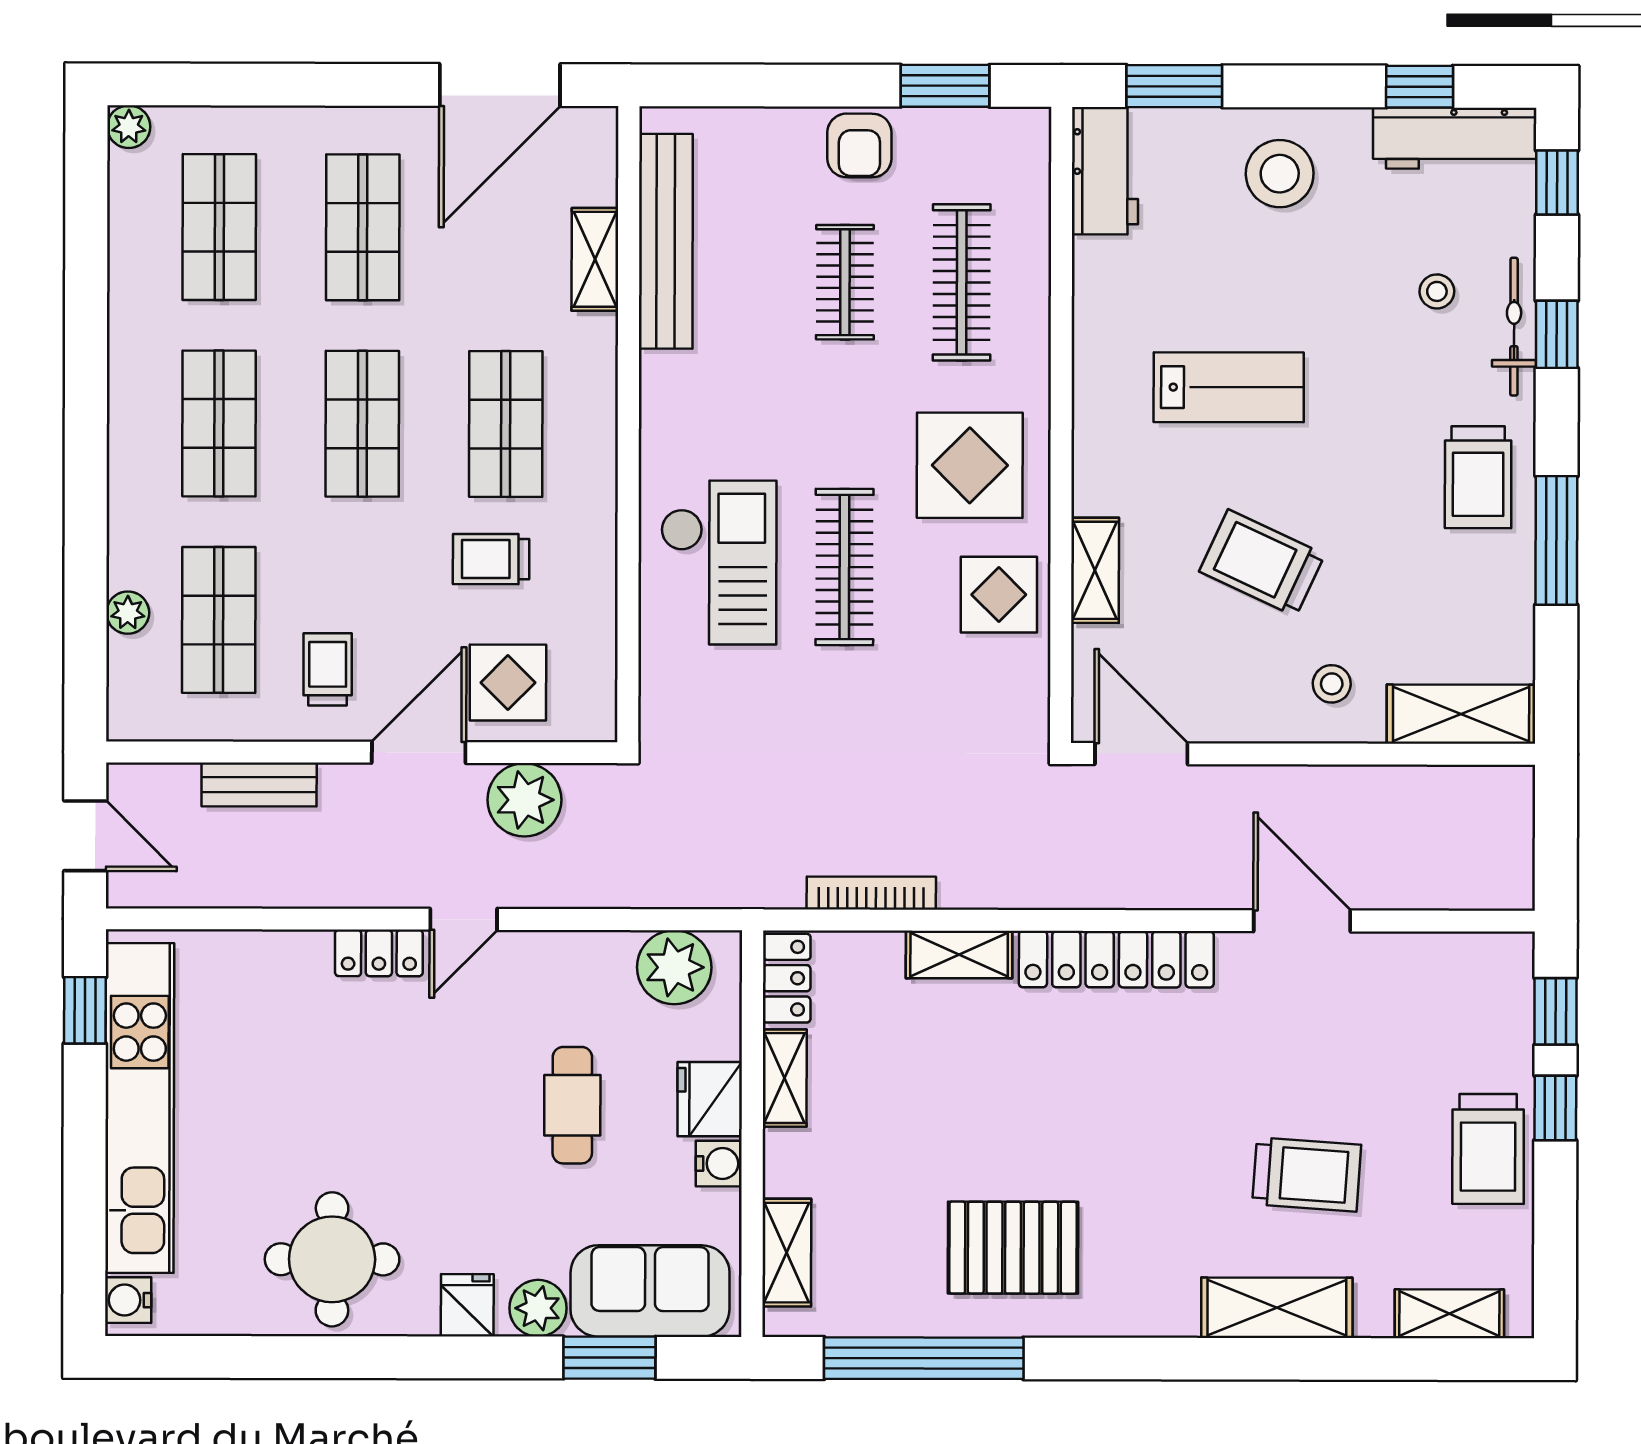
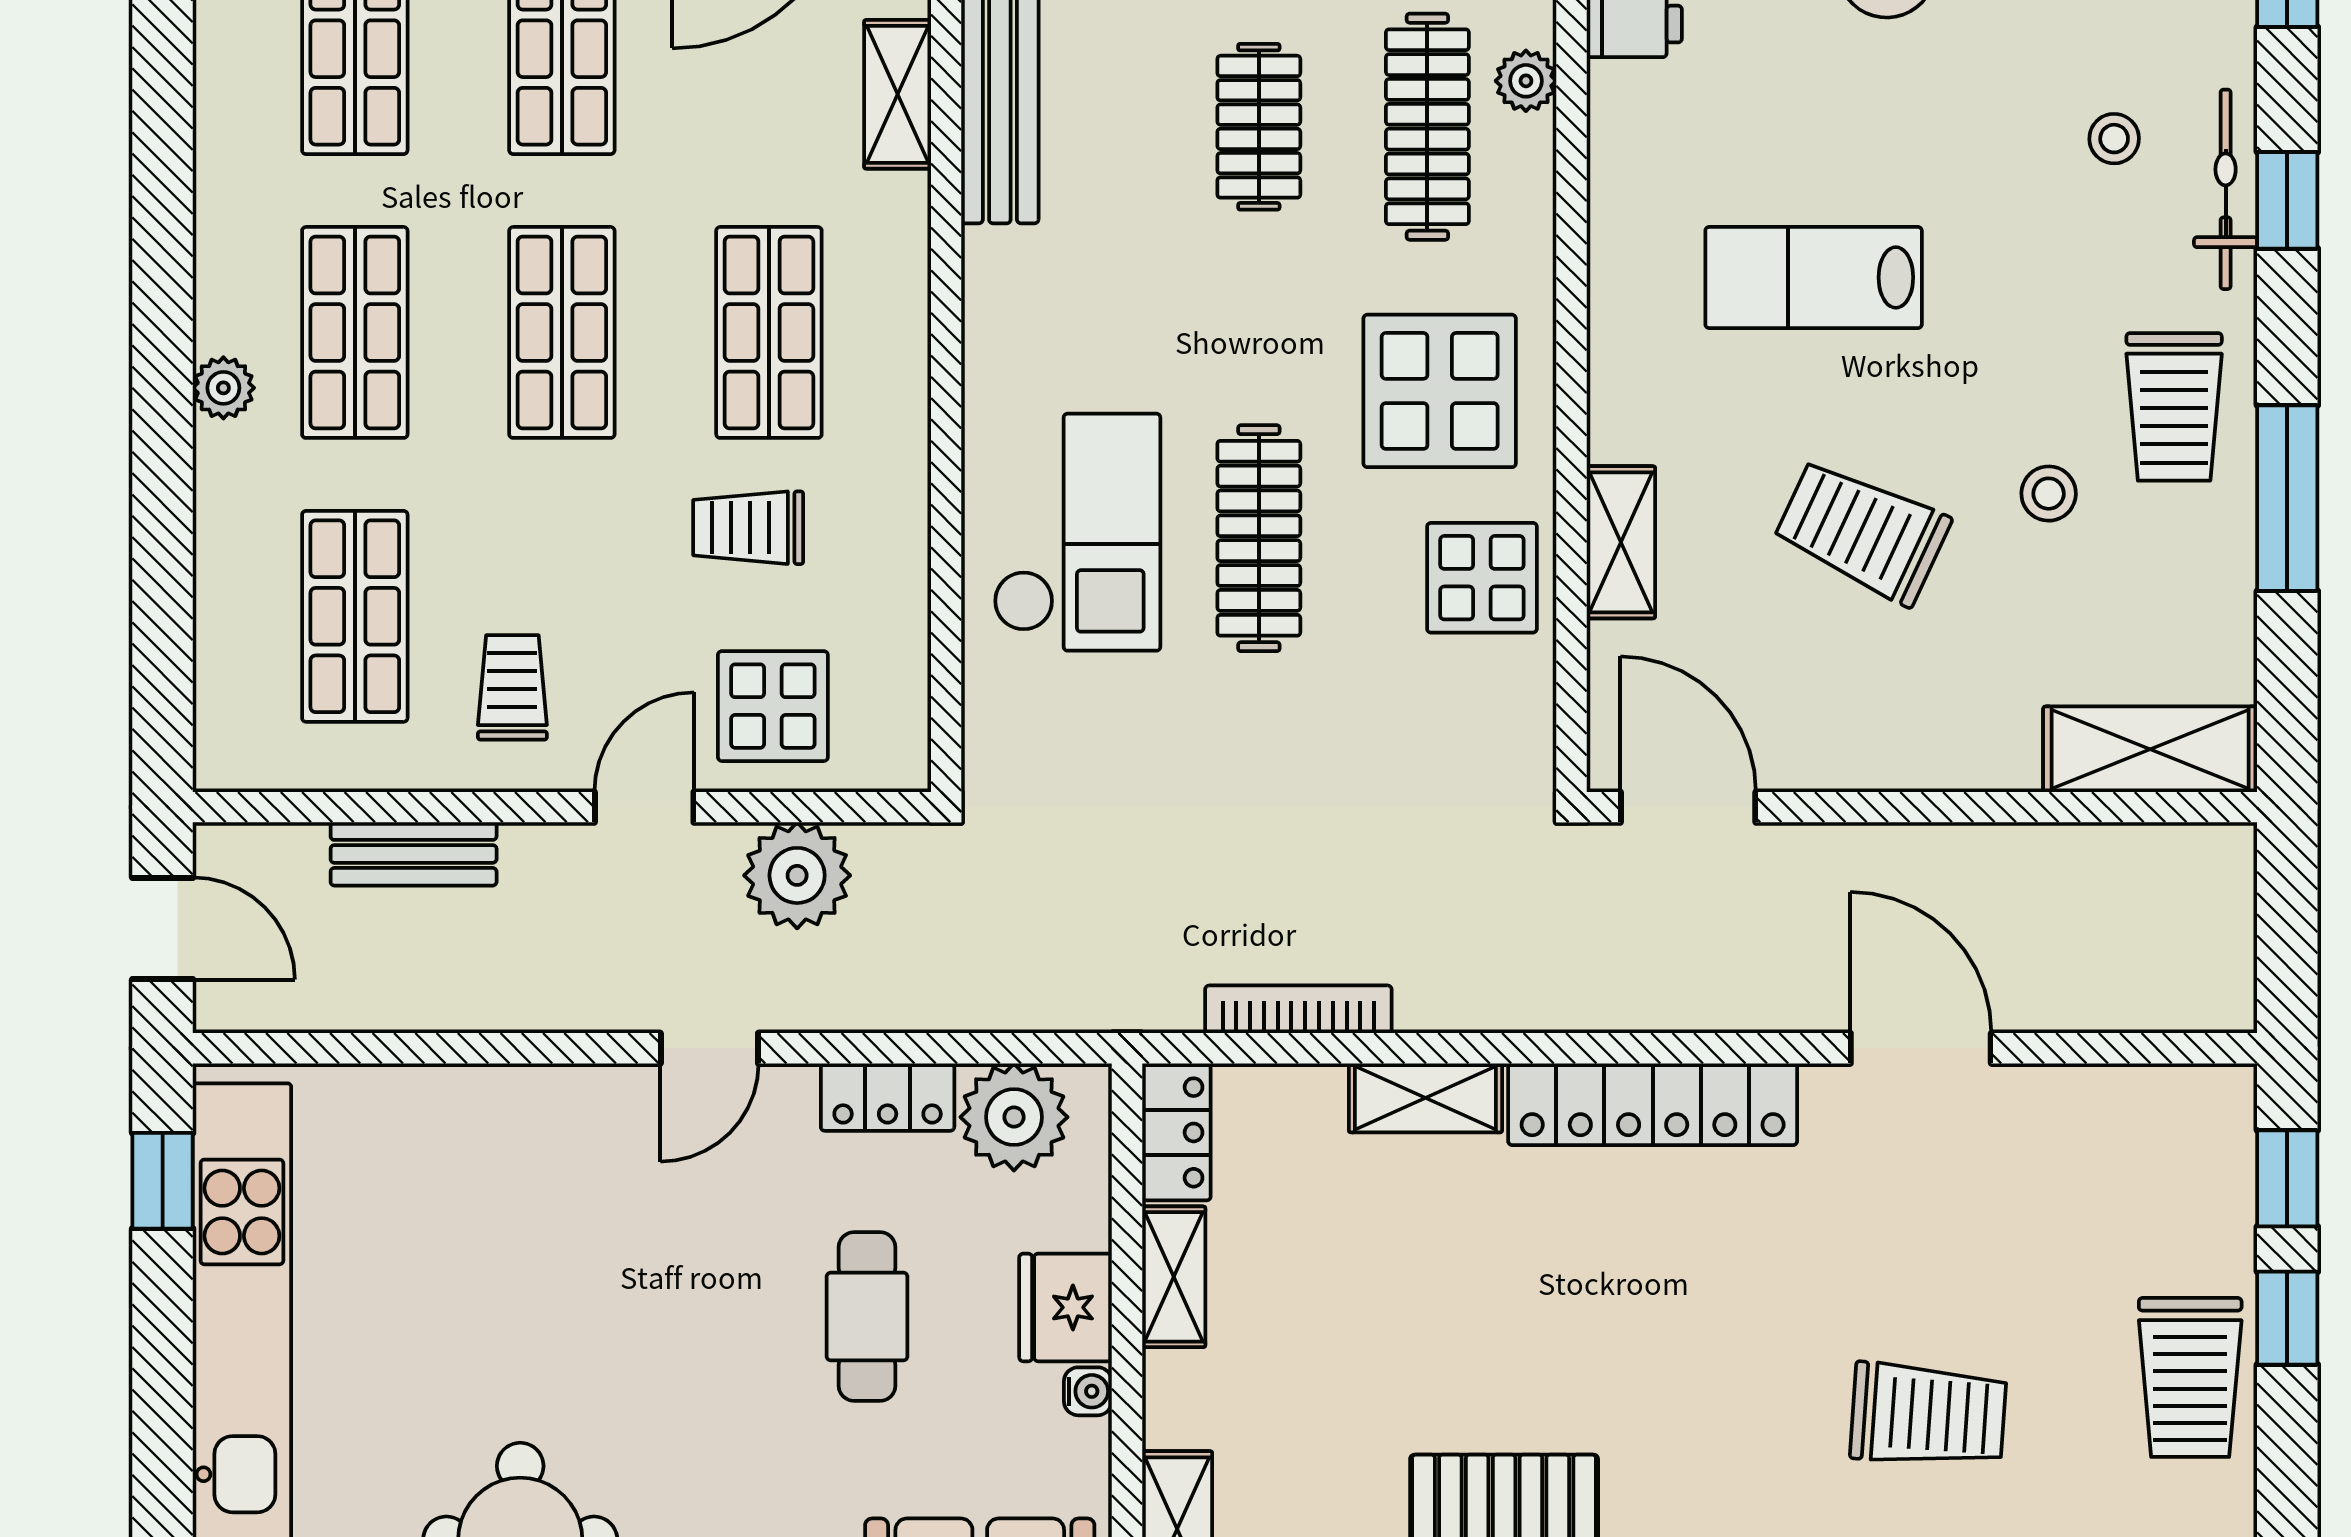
plant: (1030, 251) -> (1526, 81), added
lab bench: (1229, 387) -> (1814, 277), turned 180
plant: (128, 613) -> (223, 388), moved
stool: (1332, 684) -> (2049, 494), moved
door: (419, 752) -> (644, 807), width x0.73
locker: (379, 953) -> (888, 1097), moved
water cooler: (719, 1164) -> (1088, 1391), width x0.72, depth x0.72

